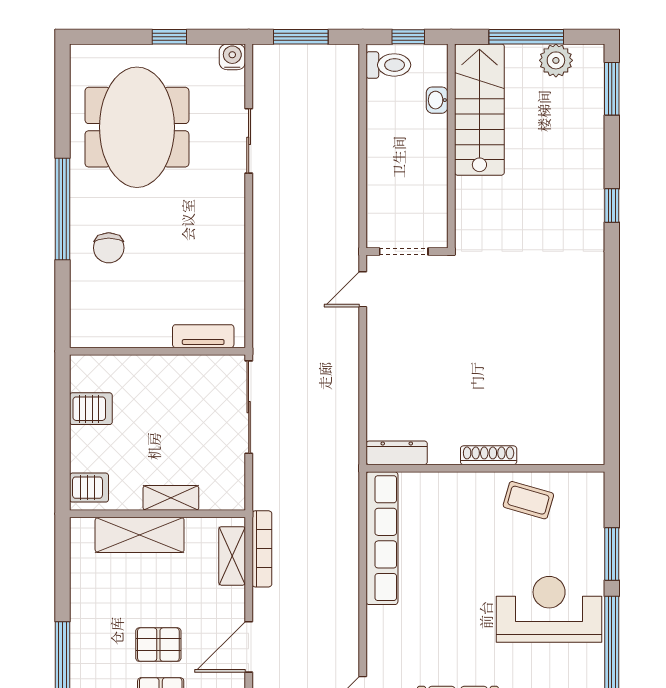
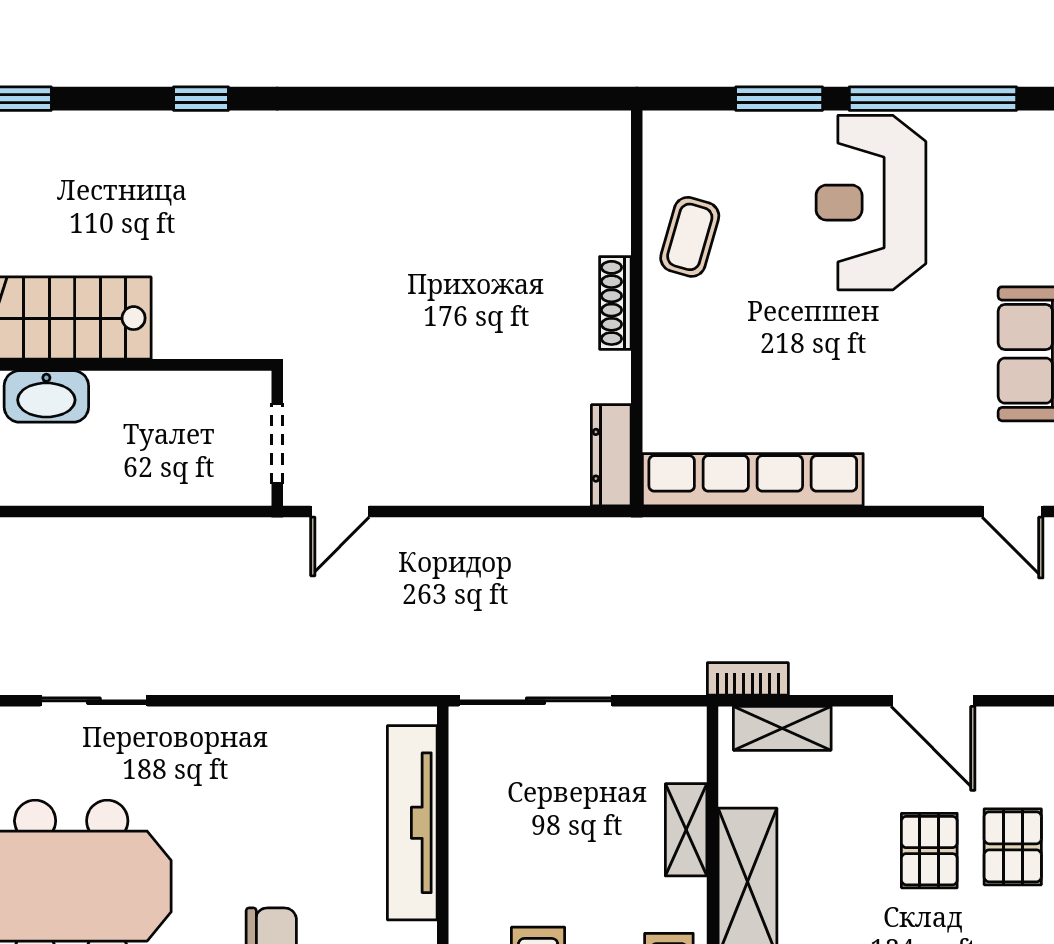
washbasin: (437, 100) -> (46, 396), width x1.91, depth x1.45
door: (363, 289) -> (340, 512), hinge flipped
tv unit: (203, 336) -> (412, 823), width x1.92, depth x1.29
bookcase: (262, 549) -> (748, 679), width x0.64

